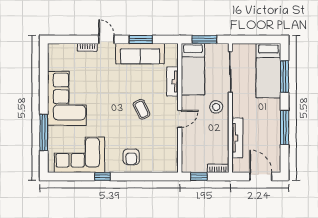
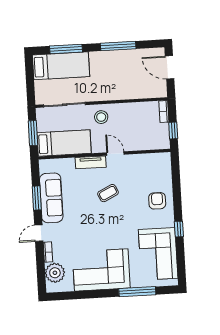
plant: (67, 53) -> (55, 273), added
tv unit: (173, 82) -> (91, 162), moved
tv unit: (237, 138) -> (132, 94), removed
armchair: (131, 157) -> (157, 201), turned -90
door: (261, 176) -> (170, 67), hinge flipped

